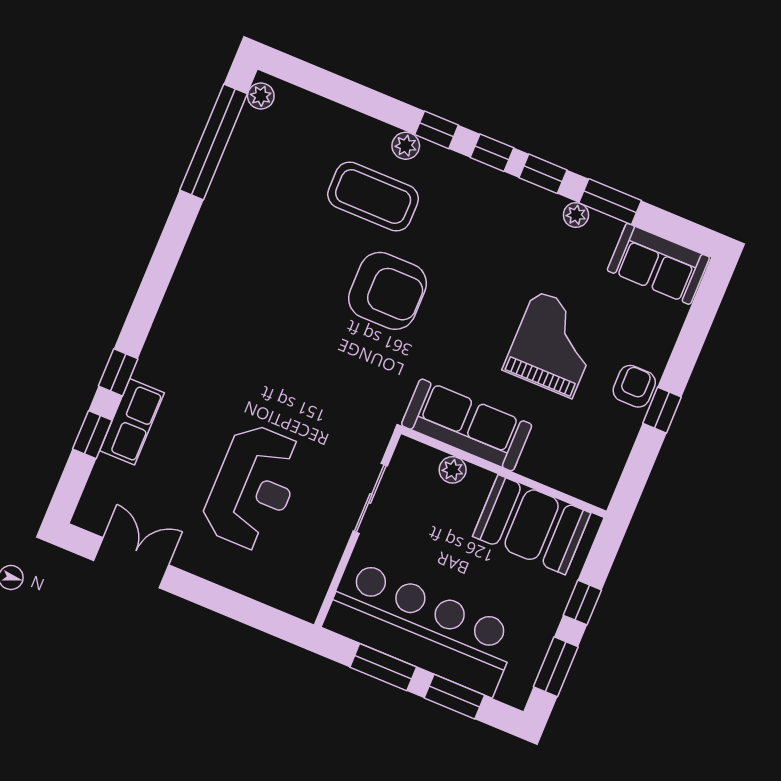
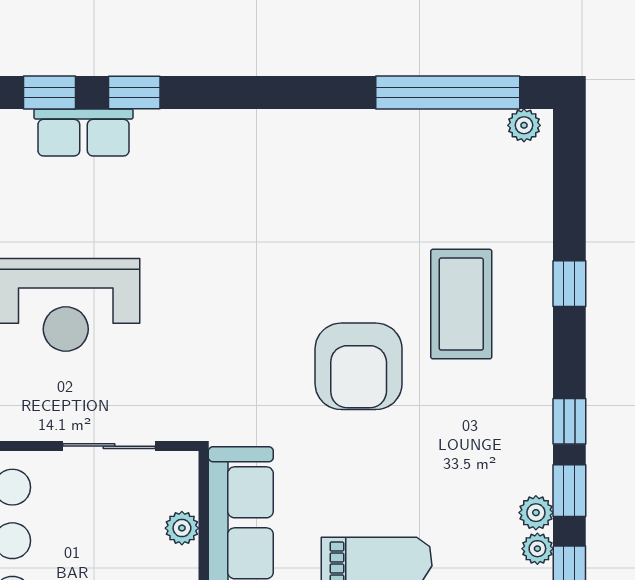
window: (437, 130) -> (569, 284), moved
plant: (406, 146) -> (536, 513), moved

